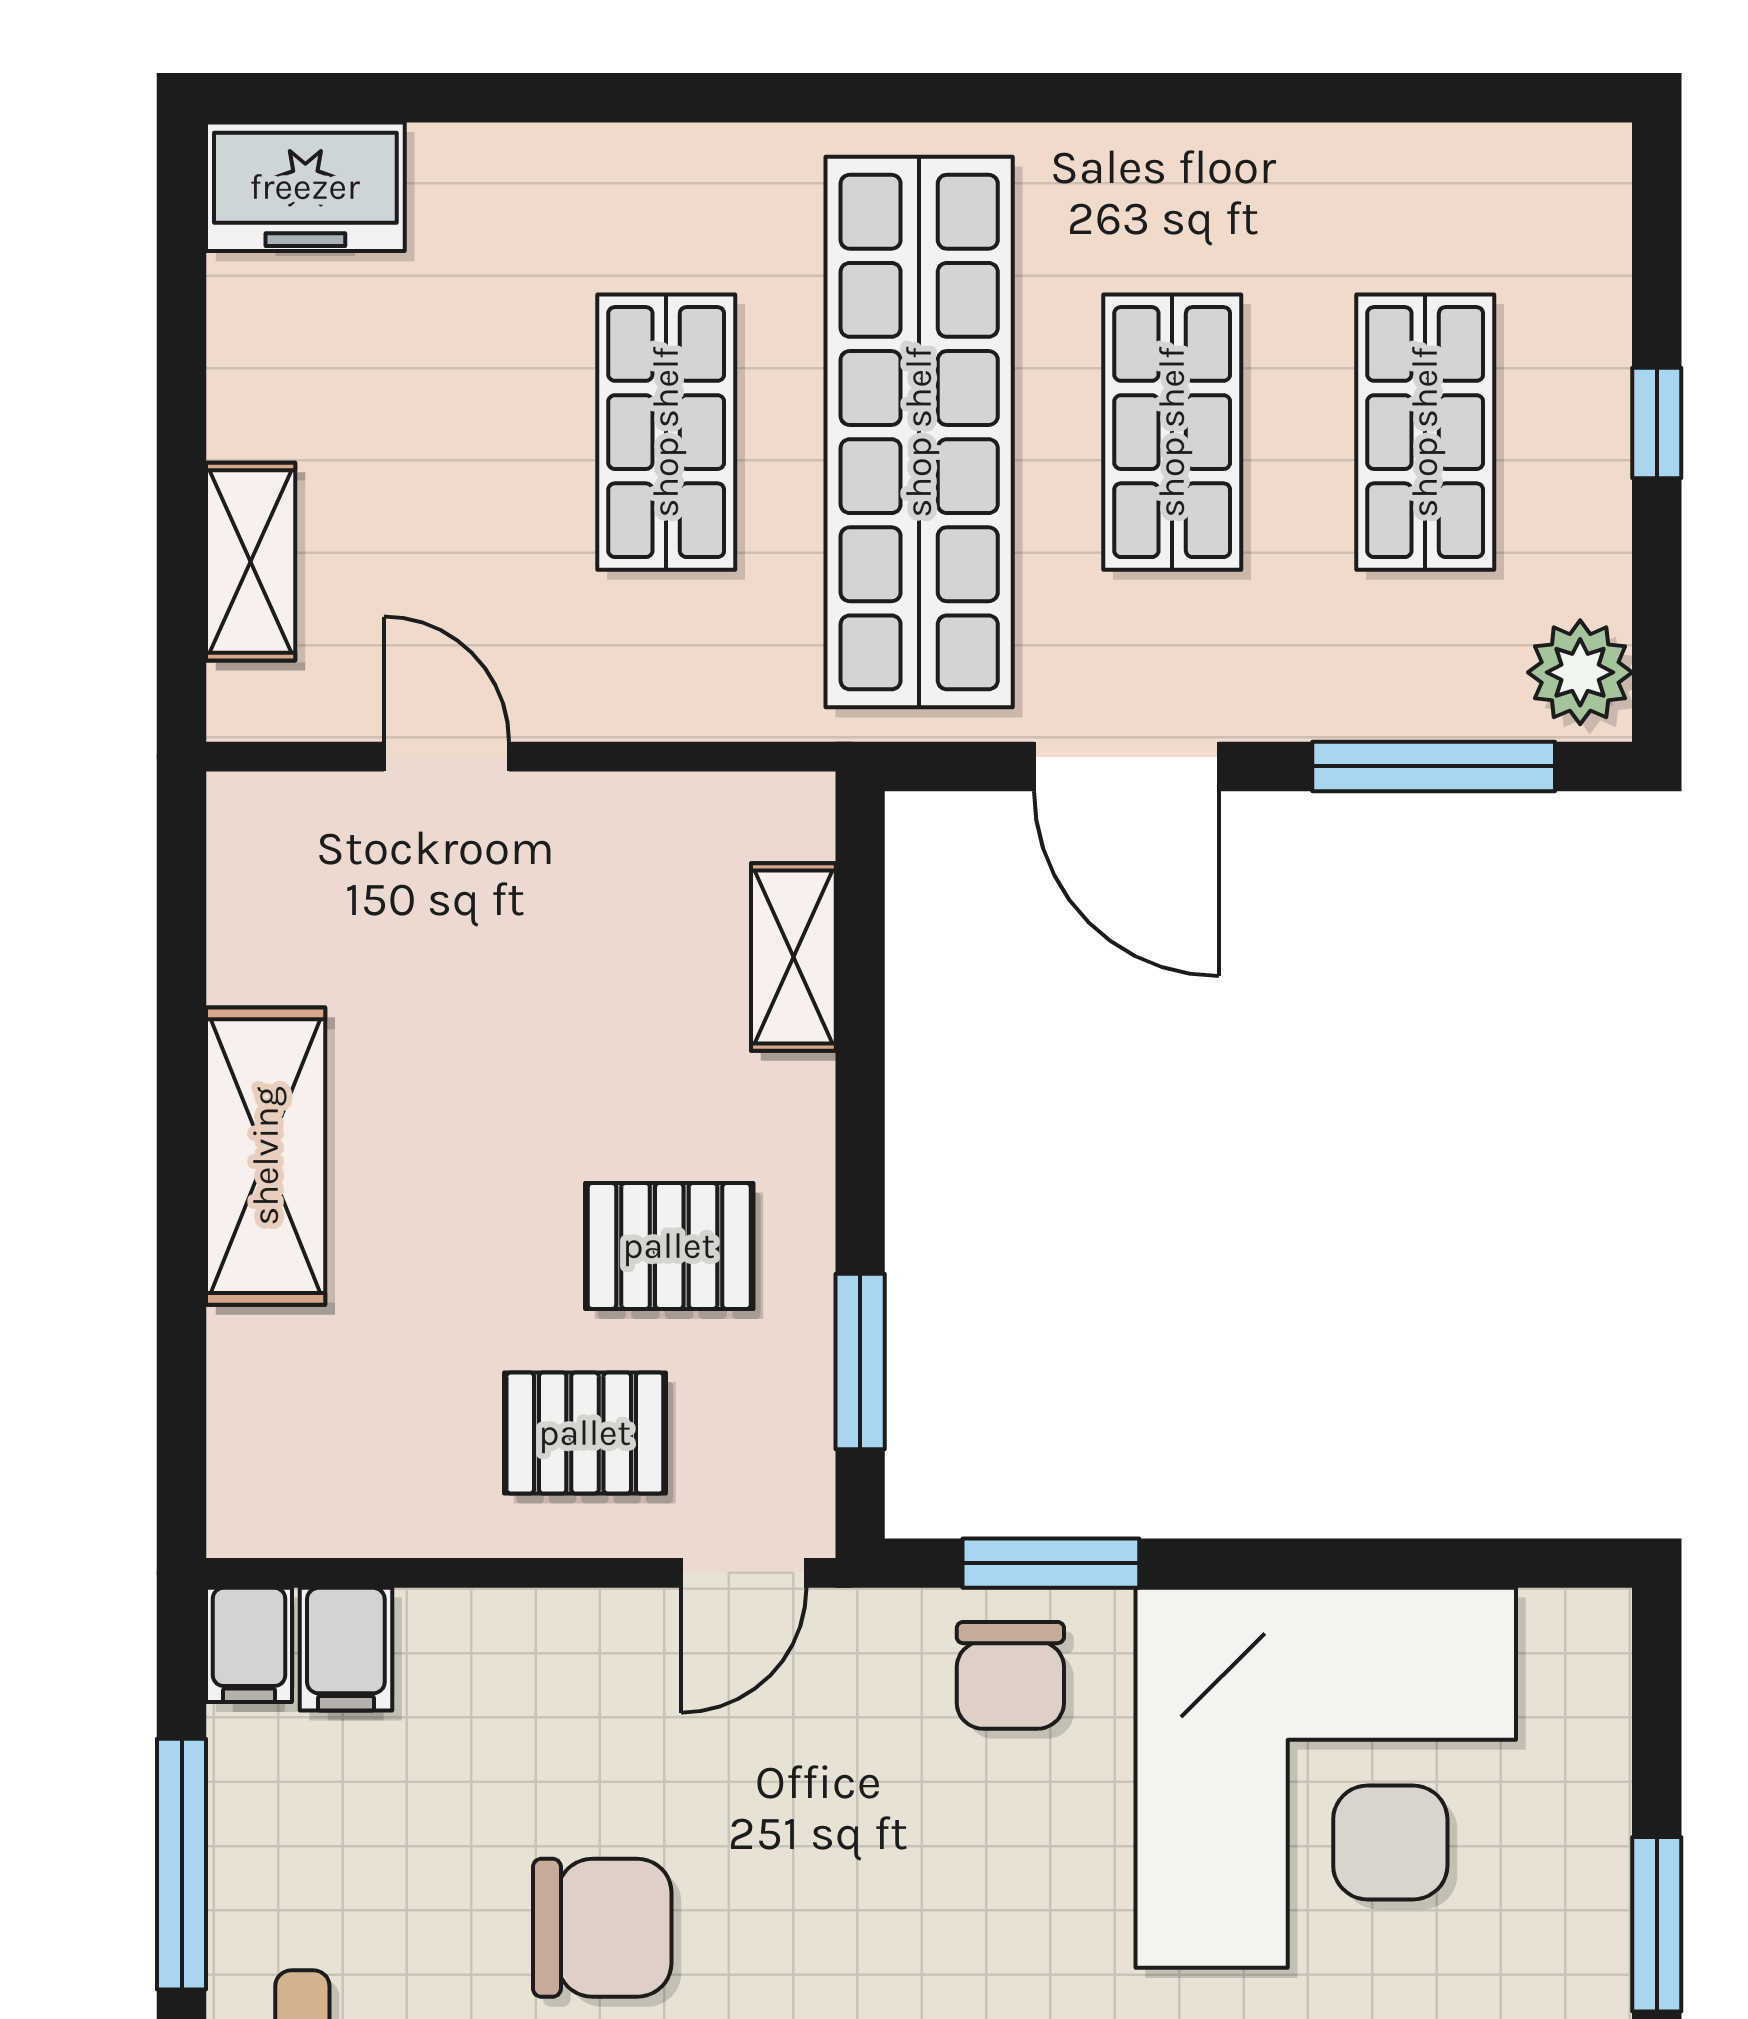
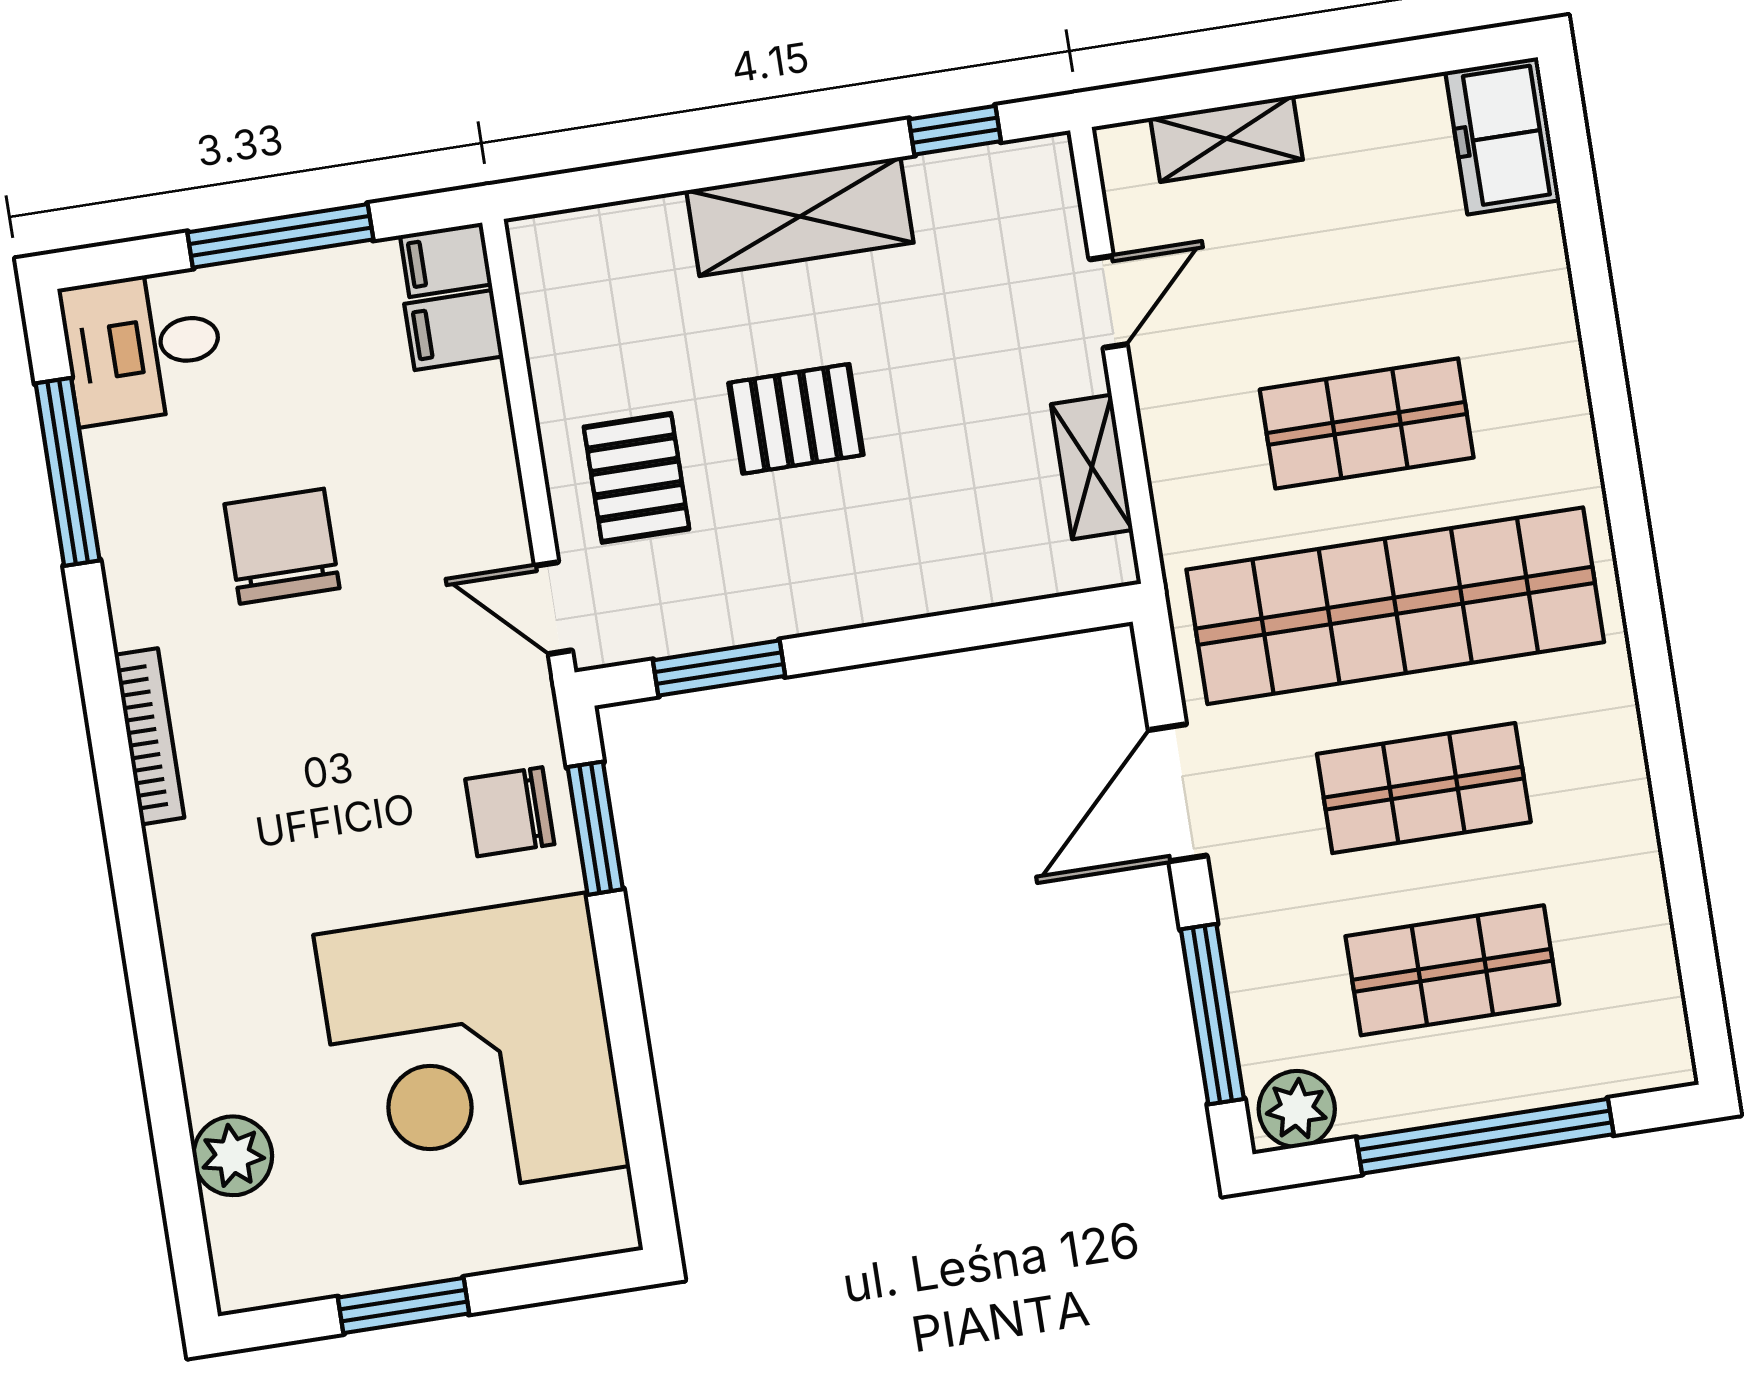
window: (1657, 423) -> (1485, 1136), width x3.17
window: (182, 928) -> (955, 130), added
shelving: (793, 957) -> (1092, 467), moved, turned 90
pallet: (669, 1246) -> (796, 419), moved, turned 90
chair: (602, 1928) -> (282, 546), turned 180

